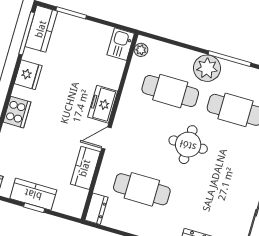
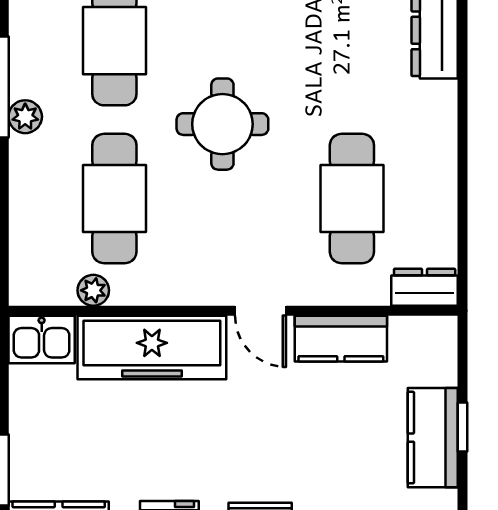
plant: (141, 50) -> (93, 290), moved
plant: (207, 68) -> (25, 117), width x0.53, depth x0.53
freezer: (103, 104) -> (152, 347), width x1.91, depth x1.26

